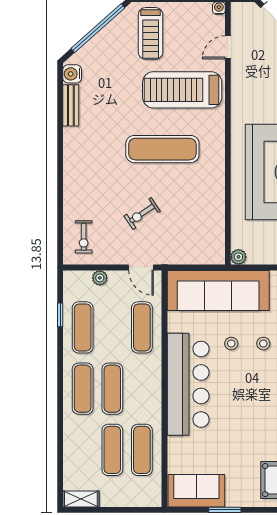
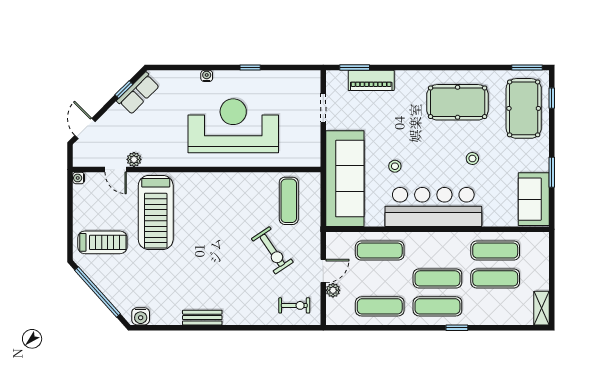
bench: (71, 105) -> (202, 318), moved
exercise mat: (162, 149) -> (289, 201), moved, width x0.73, depth x0.69
exercise bike: (142, 214) -> (272, 250), width x1.38, depth x1.39
plant: (238, 257) -> (134, 159), moved
door: (141, 267) -> (323, 271), moved
window: (60, 315) -> (457, 328), moved
stool: (263, 344) -> (472, 159), moved

